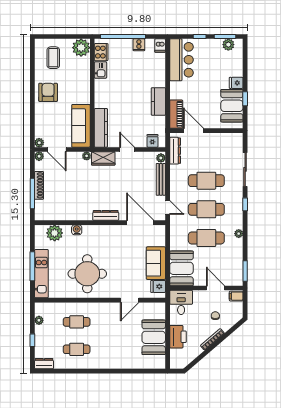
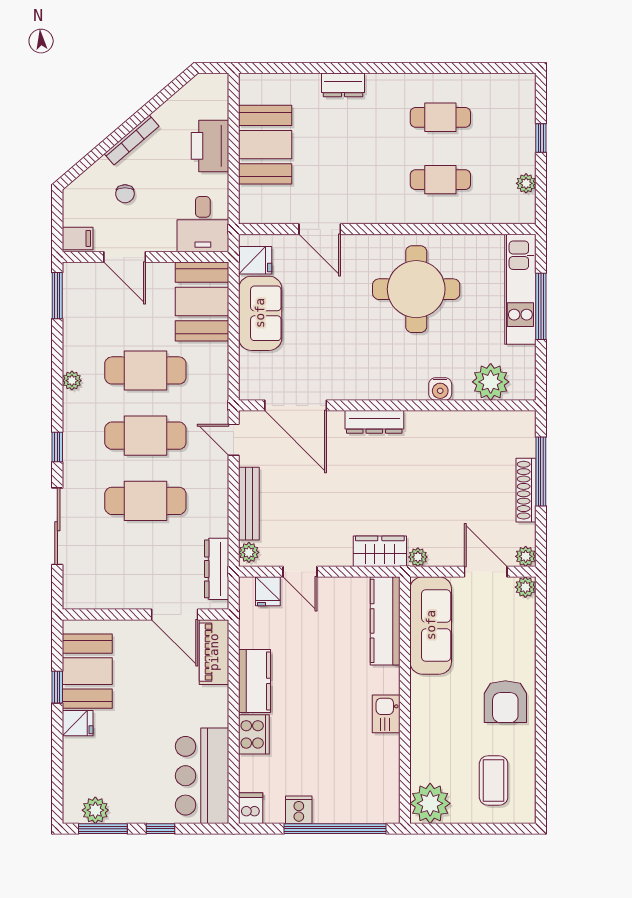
cooker: (101, 52) -> (254, 734), moved, turned 180
kitchen sink: (100, 70) -> (386, 714), moved
door: (127, 150) -> (300, 572), moved
door: (130, 300) -> (320, 229), swing flipped
dresser: (44, 364) -> (343, 85), moved

